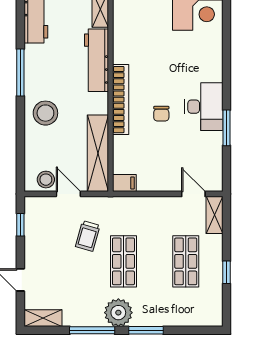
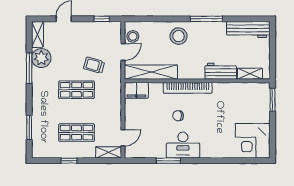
workbench: (97, 60) -> (221, 71), width x0.73
filing cabinet: (124, 183) -> (136, 90), width x2.00
plant: (118, 313) -> (41, 58), moved
window: (146, 330) -> (29, 127), moved

